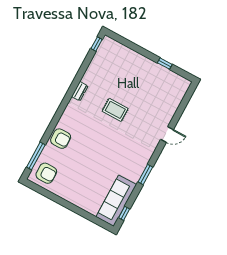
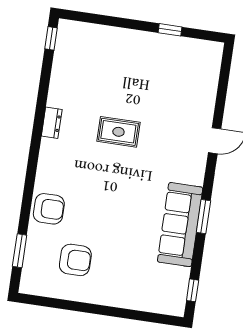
window: (36, 156) -> (20, 251), width x0.69
armchair: (46, 173) -> (75, 260), moved
sofa: (116, 201) -> (180, 225), moved

